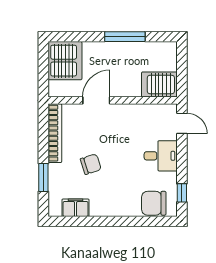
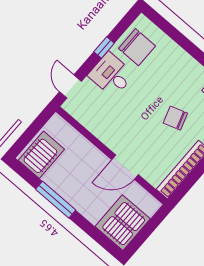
server rack: (159, 85) -> (41, 155), moved, turned -90
window: (182, 193) -> (104, 48), moved
chair: (154, 203) -> (137, 47), moved

